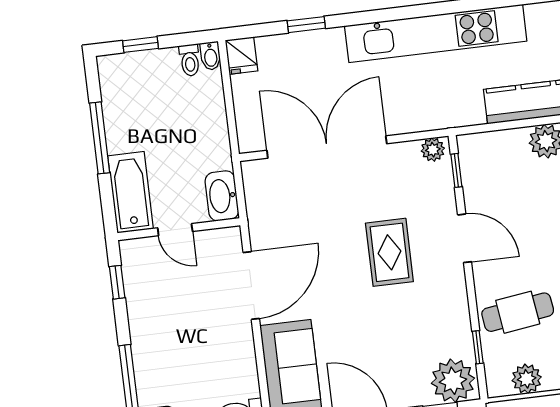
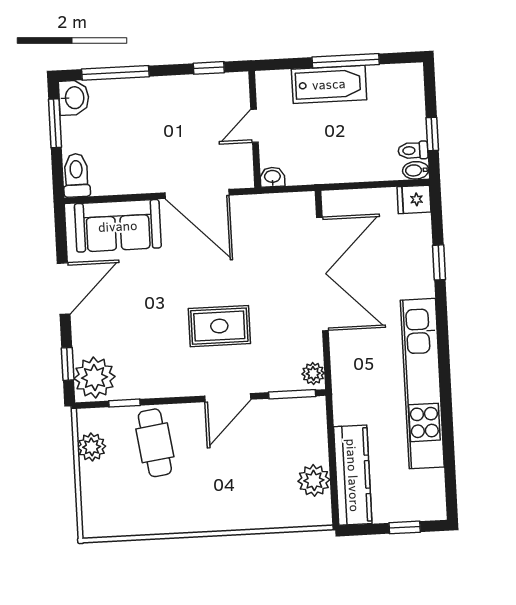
window: (140, 45) -> (432, 134), moved
window: (456, 170) -> (292, 394), width x1.50
bathtub: (131, 192) -> (329, 84), moved
washbasin: (222, 196) -> (272, 177), width x0.52, depth x0.69

